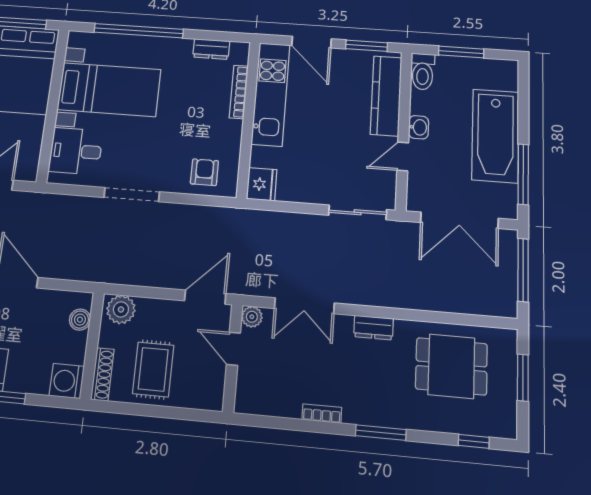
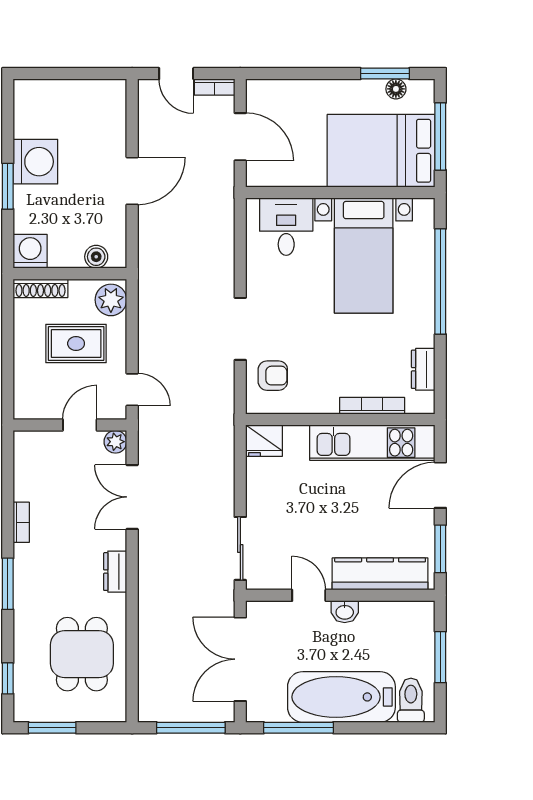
toilet: (423, 72) -> (411, 700), moved, turned 90
doorway: (132, 195) -> (240, 329), moved
door: (205, 297) -> (132, 390), width x0.73
rug: (153, 369) -> (76, 343), moved
window: (523, 378) -> (52, 728), moved

